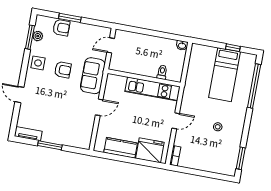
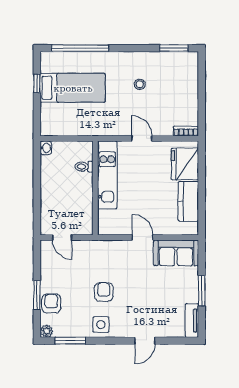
plant: (38, 36) -> (47, 331), moved
sofa: (93, 76) -> (176, 253), moved

